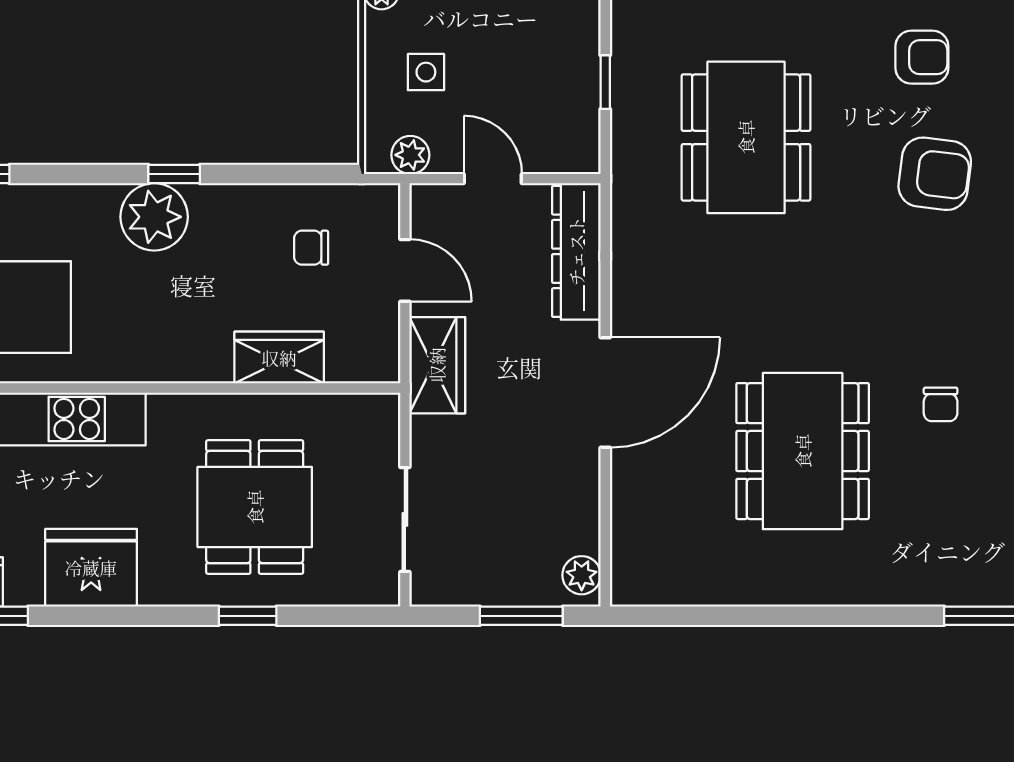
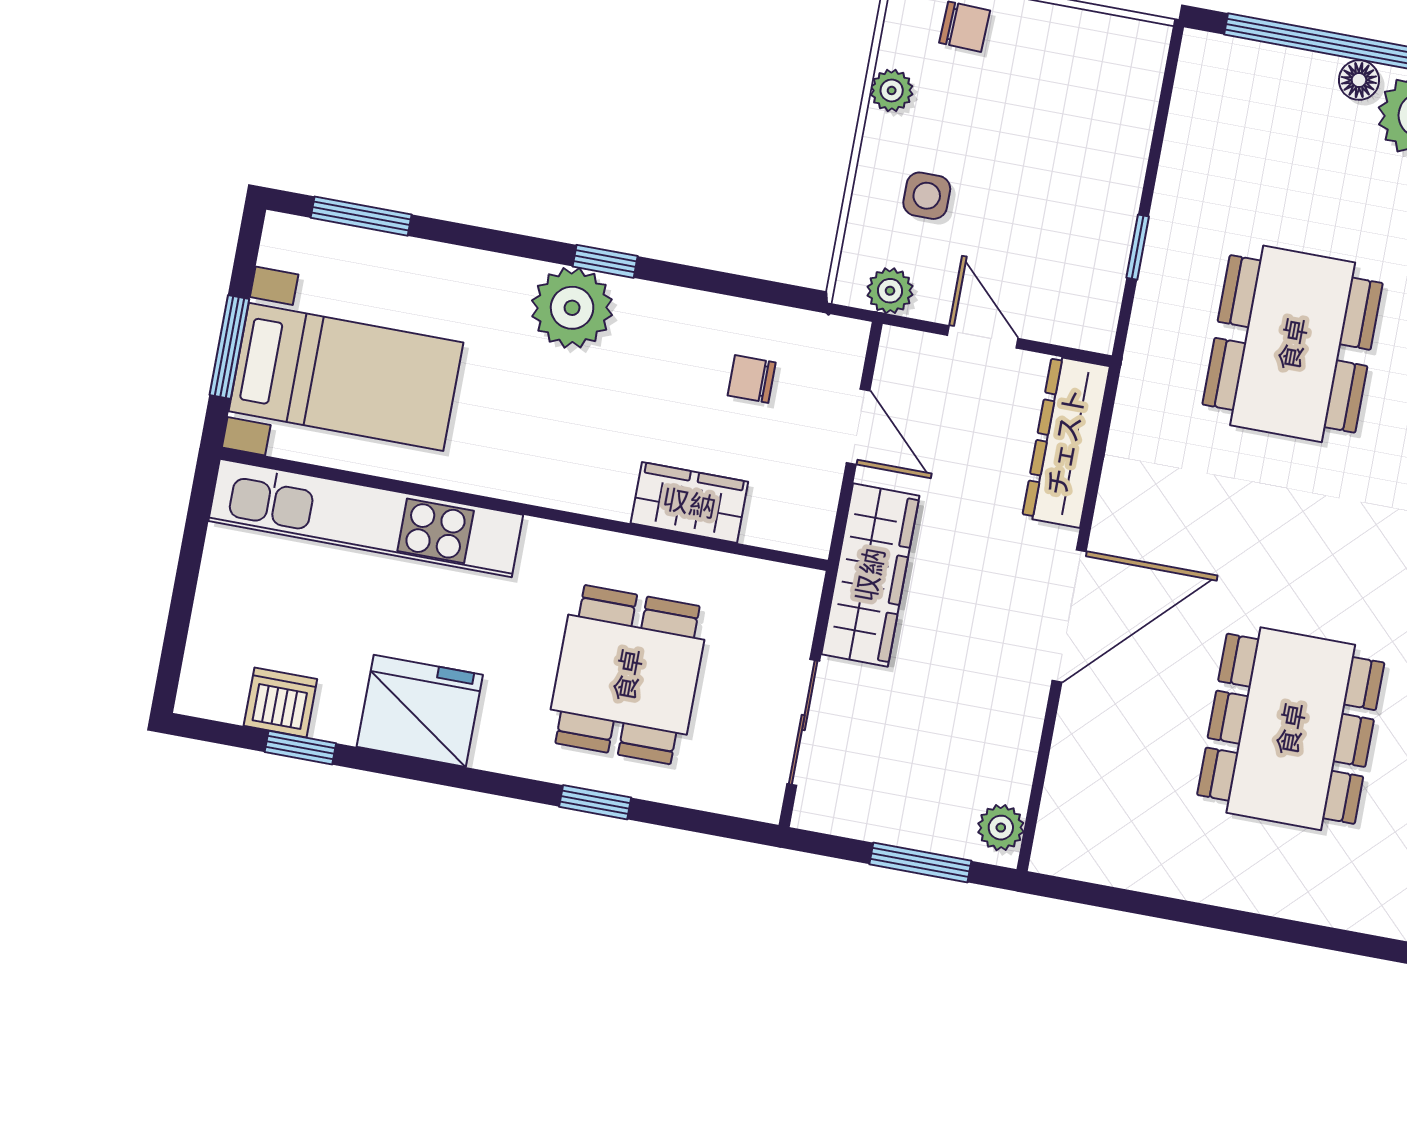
wardrobe: (437, 365) -> (870, 575), width x1.50

